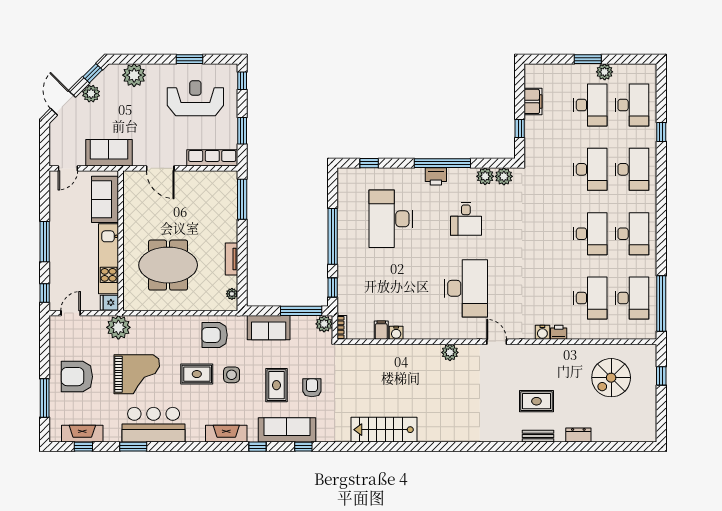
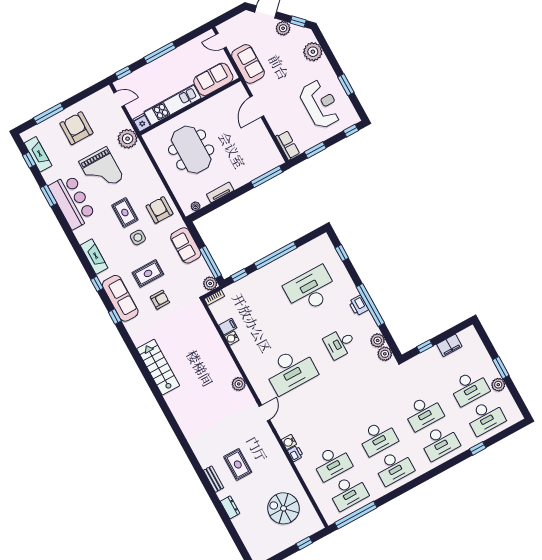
row of seats: (212, 158) -> (288, 145), width x0.68

